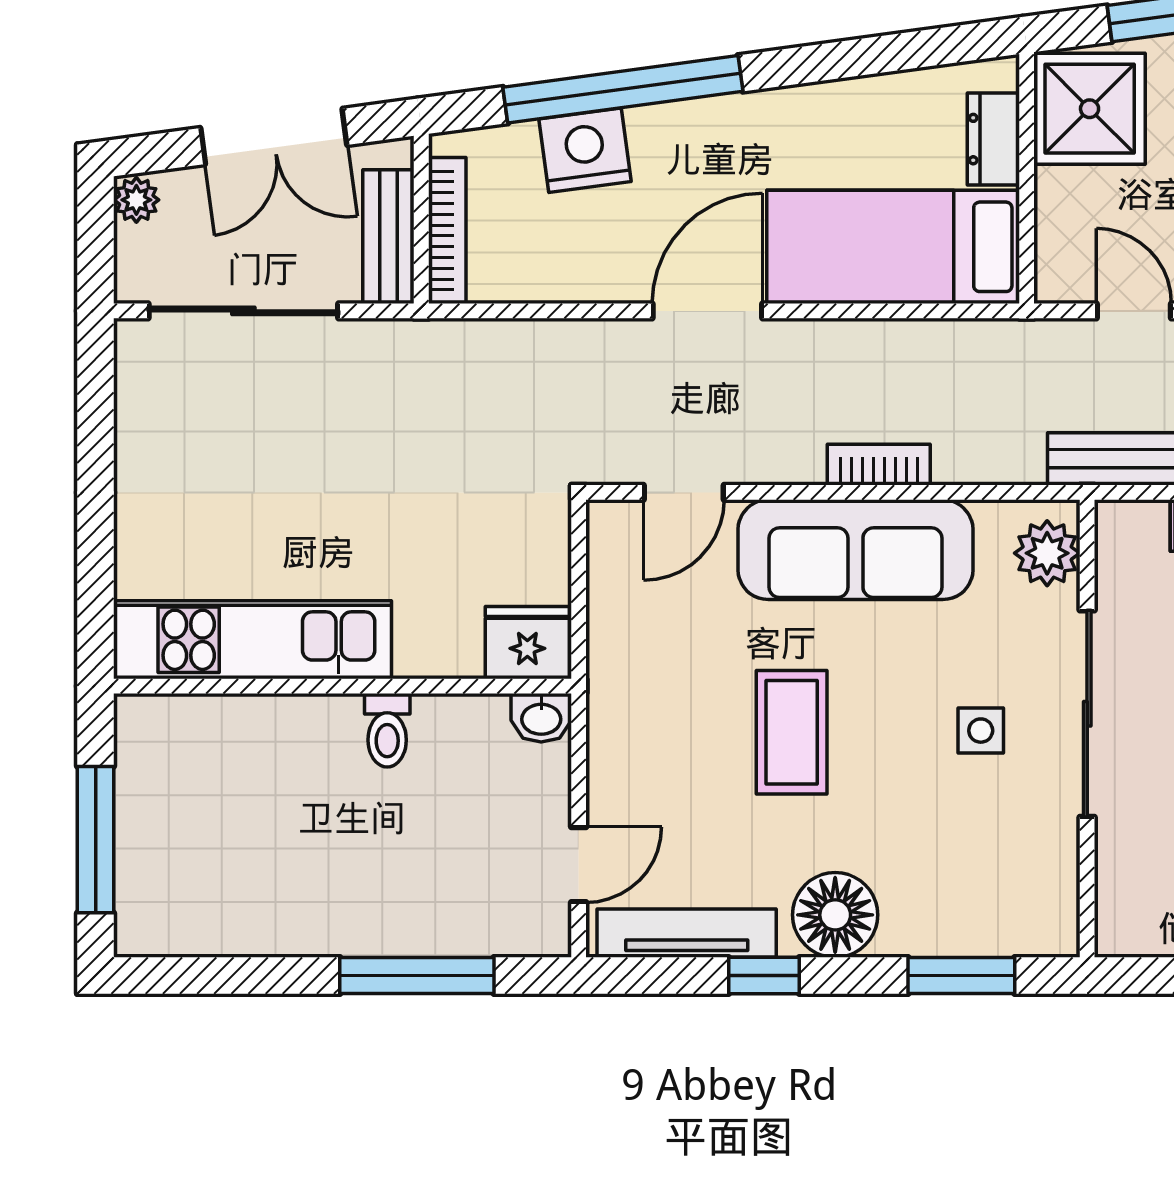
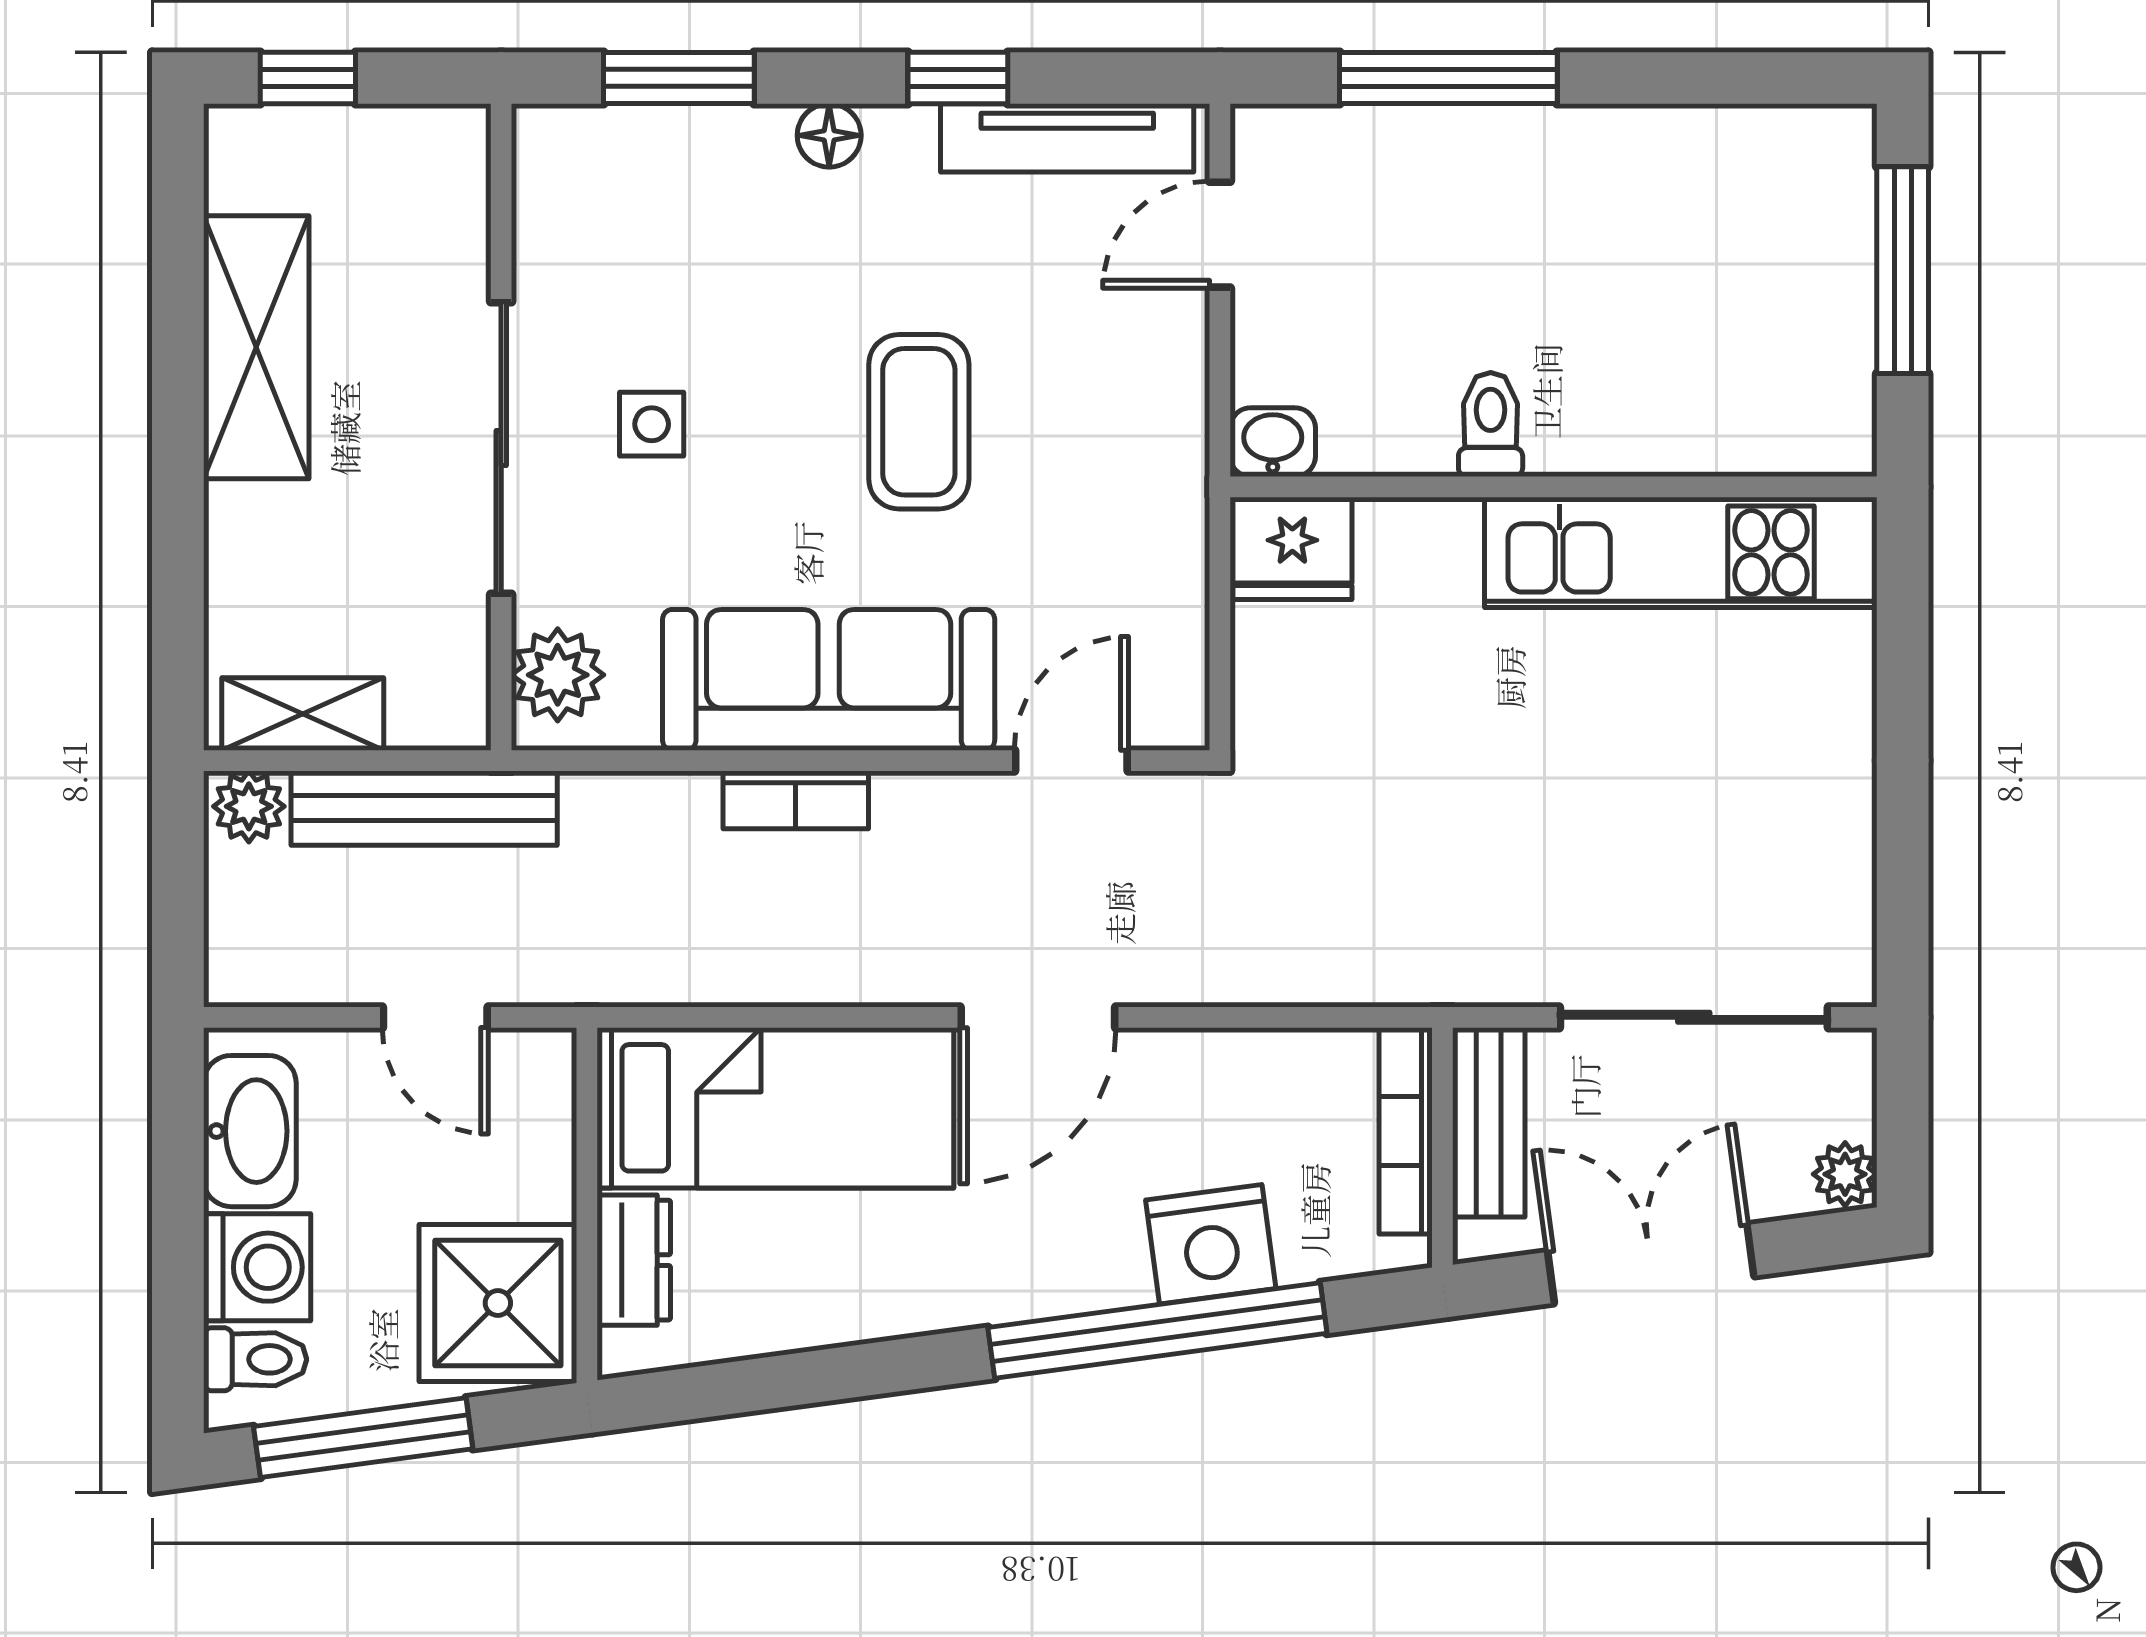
floor lamp: (835, 915) -> (829, 135), width x0.53, depth x0.53

